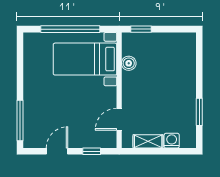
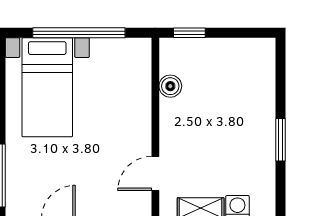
bed with nightstands: (85, 59) -> (47, 87), moved, turned -90
window: (199, 112) -> (281, 140), moved

